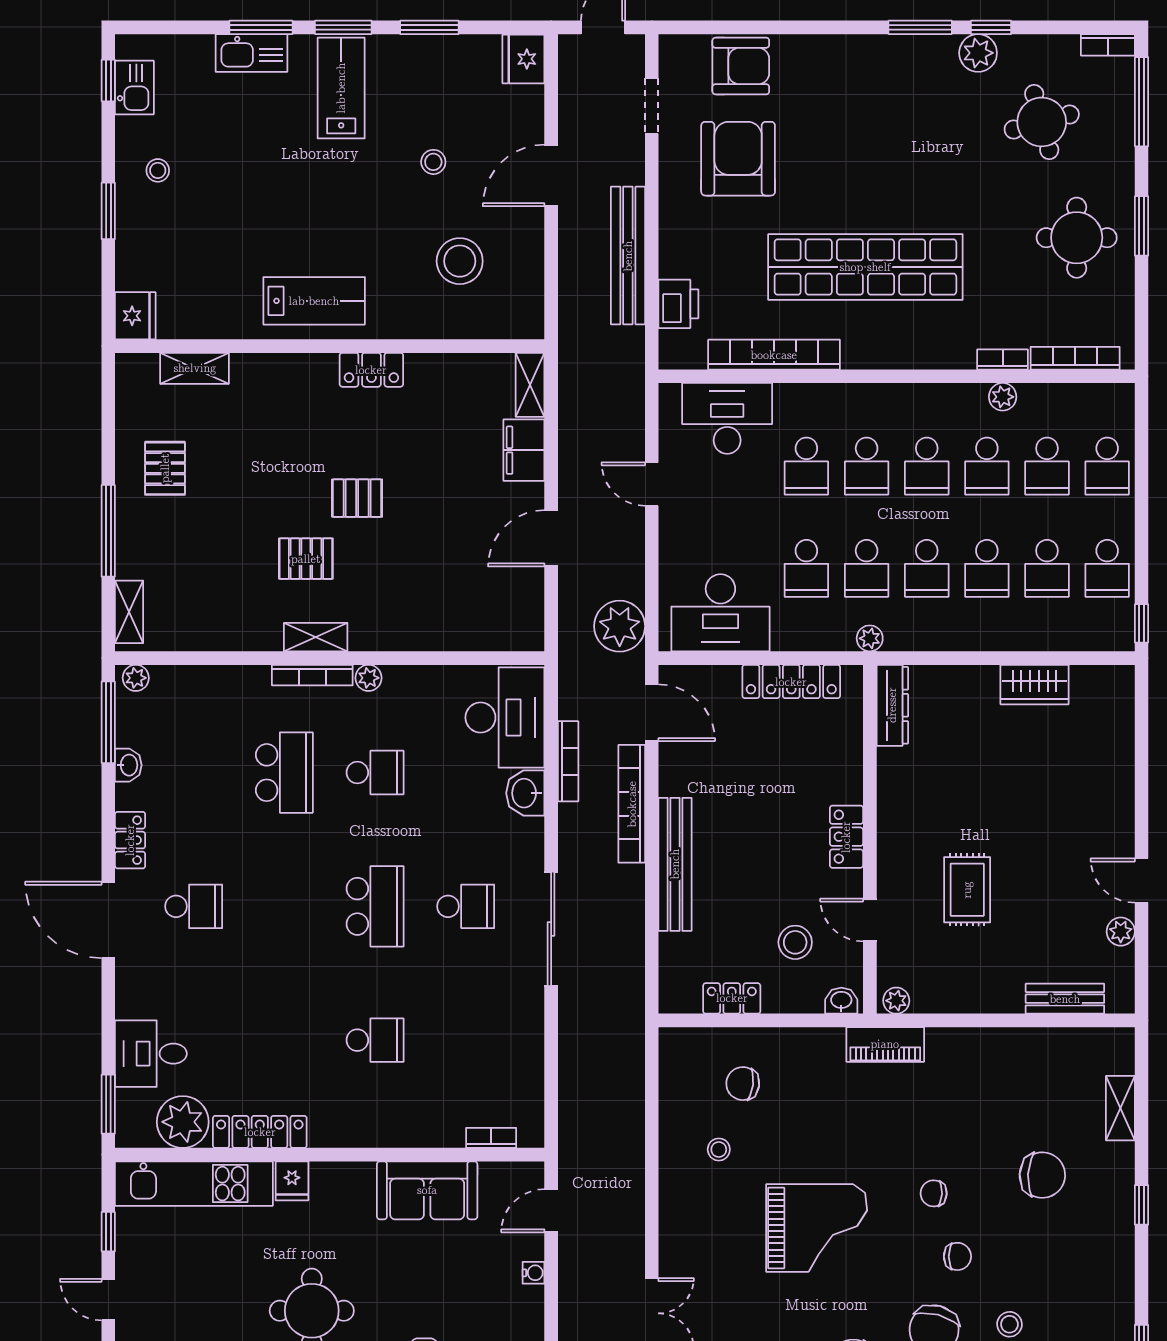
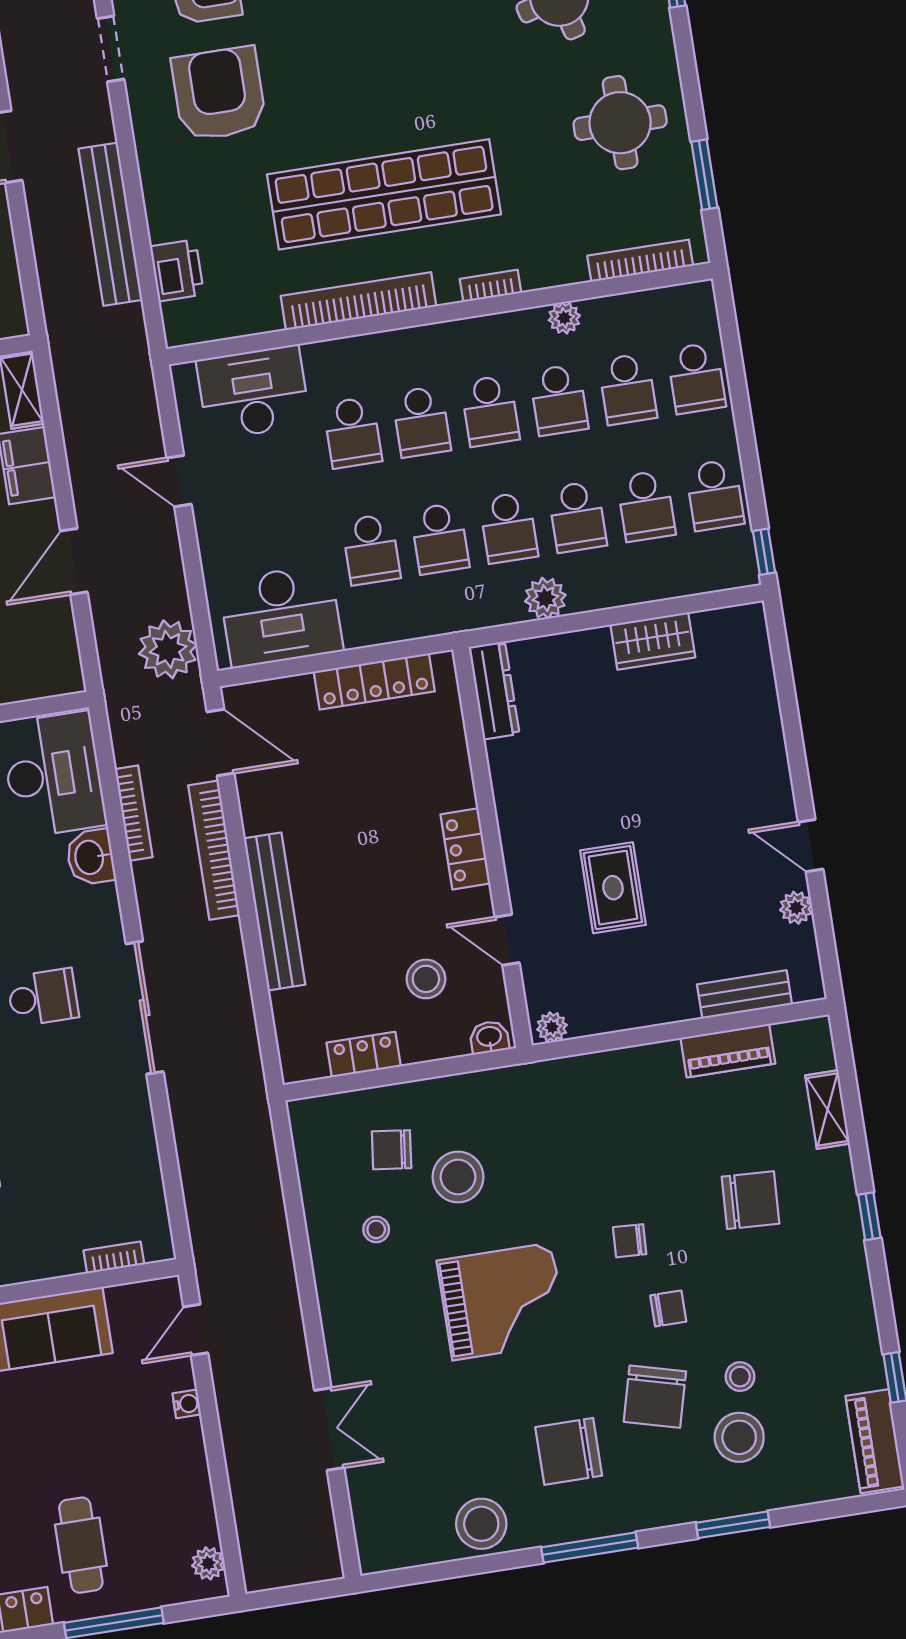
window: (1142, 226) -> (704, 175), moved
bookcase: (774, 355) -> (359, 301), moved
bookcase: (1003, 359) -> (491, 286), moved
plant: (870, 638) -> (545, 598), moved, width x1.38, depth x1.38
piano: (885, 1044) -> (728, 1051), moved
stool: (796, 1116) -> (458, 1177), added

